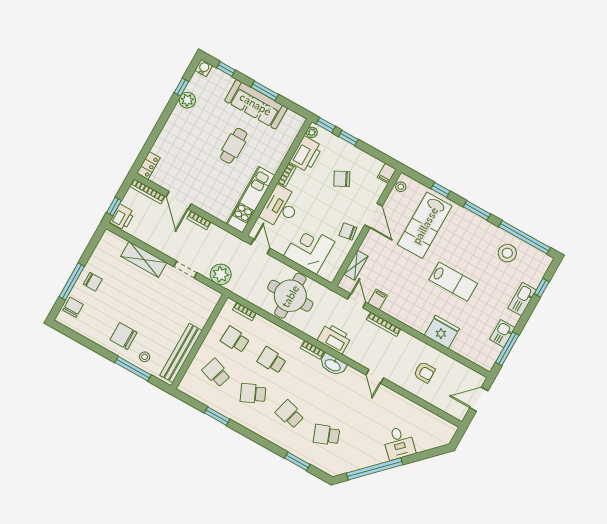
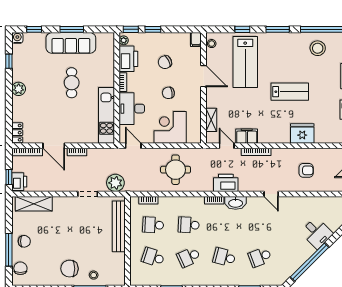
plant: (187, 100) -> (19, 89), moved
chair: (348, 231) -> (168, 93), moved
shelving: (144, 259) -> (34, 204), moved
round table: (290, 296) -> (176, 170), width x0.73, depth x0.73
filing cabinet: (378, 299) -> (247, 136), width x2.00
bench: (181, 353) -> (119, 226), moved

